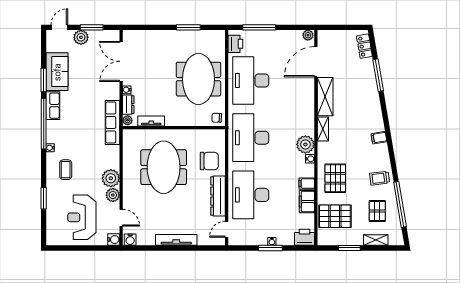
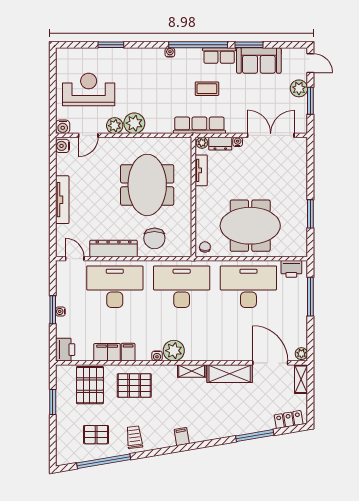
meeting table: (164, 167) -> (147, 185), turned 90
coffee table: (66, 170) -> (207, 89), moved
shelving: (376, 240) -> (301, 379), moved

